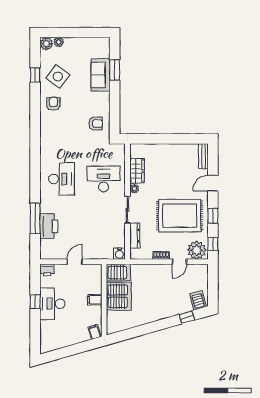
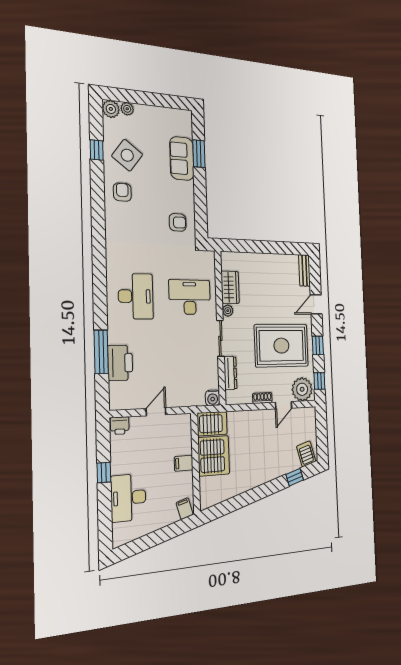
desk: (52, 304) -> (128, 498), moved

